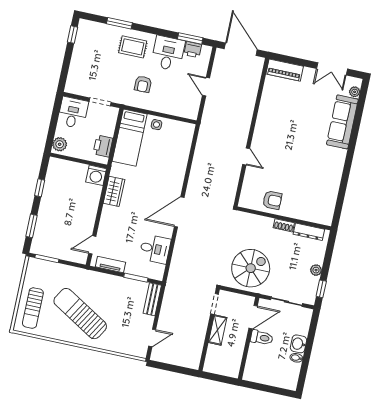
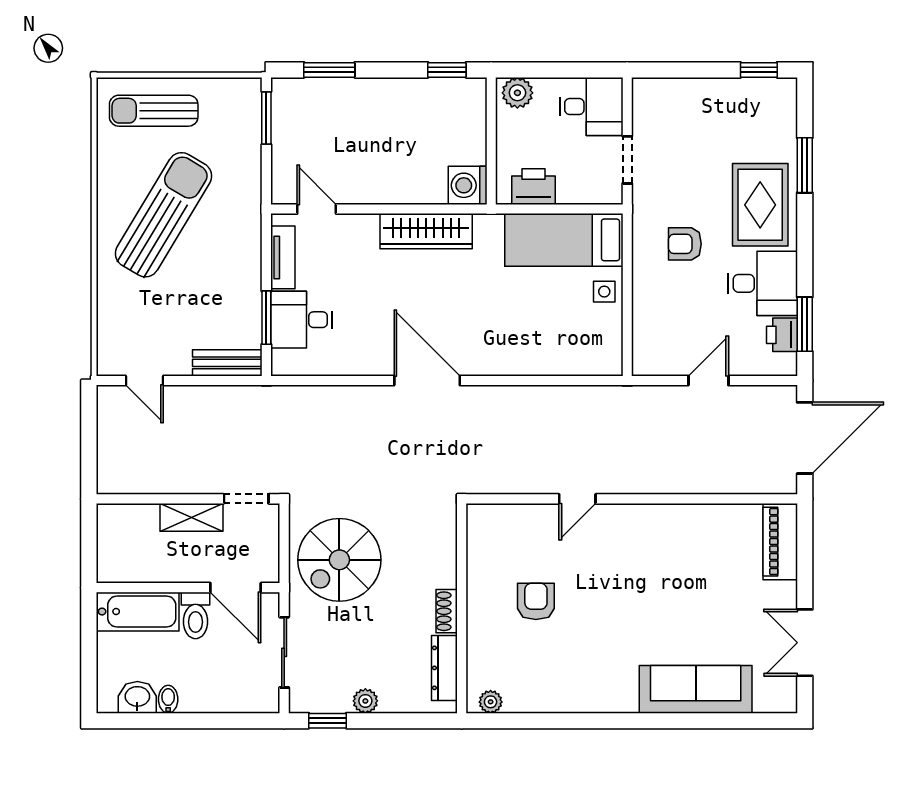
rug: (133, 47) -> (760, 205), width x1.36, depth x1.43
plant: (355, 92) -> (491, 702), moved
window: (40, 188) -> (447, 70), moved
wardrobe: (114, 191) -> (426, 231), width x1.50
armchair: (272, 200) -> (536, 601), moved, turned 180
desk: (155, 249) -> (301, 320), moved, turned 90
spiral stairs: (251, 268) -> (339, 560), turned 90
washbasin: (298, 344) -> (137, 697), moved
bathtub: (254, 363) -> (138, 612), added

